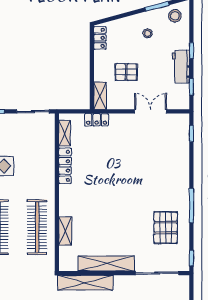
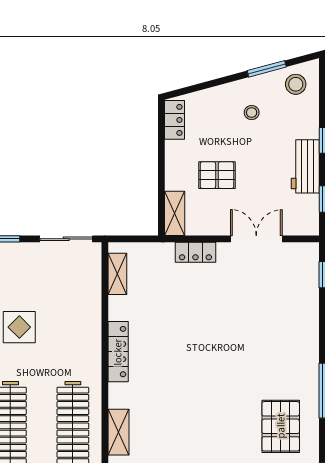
locker: (97, 120) -> (195, 252), moved
locker: (65, 166) -> (118, 352), moved

